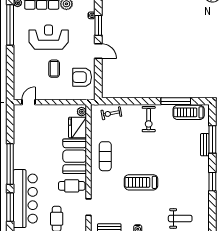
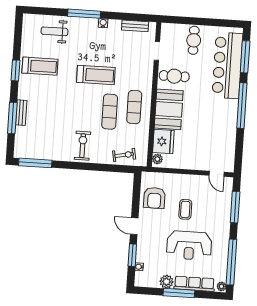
window: (10, 74) -> (235, 207), added
armchair: (82, 77) -> (154, 198), turned 90
window: (176, 101) -> (35, 163), moved
door: (29, 102) -> (217, 174), hinge flipped
treadmill: (189, 112) -> (40, 66), moved
exercise mat: (127, 151) -> (110, 112), added

